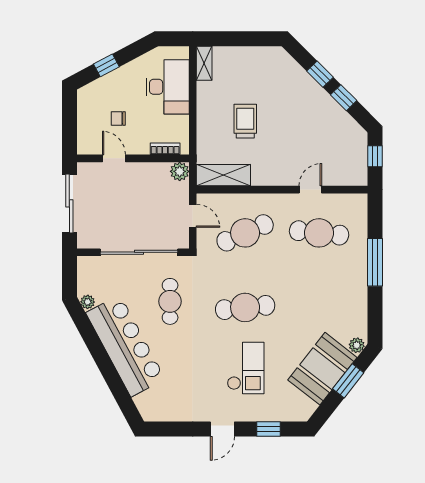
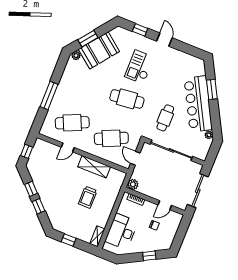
window: (249, 39) -> (69, 240), added
door: (114, 158) -> (165, 205), hinge flipped
shelving: (223, 175) -> (94, 167), moved
cafe table: (319, 233) -> (72, 123), turned -30
window: (112, 378) -> (212, 89), added
door: (222, 429) -> (164, 40), hinge flipped

